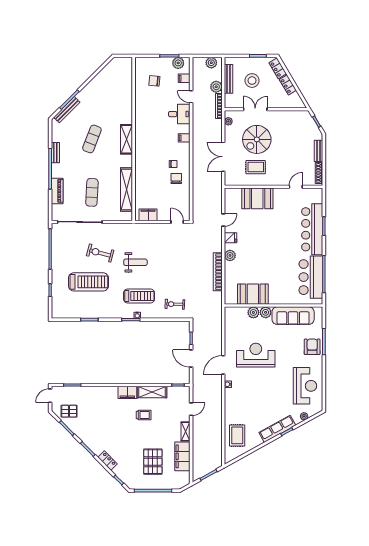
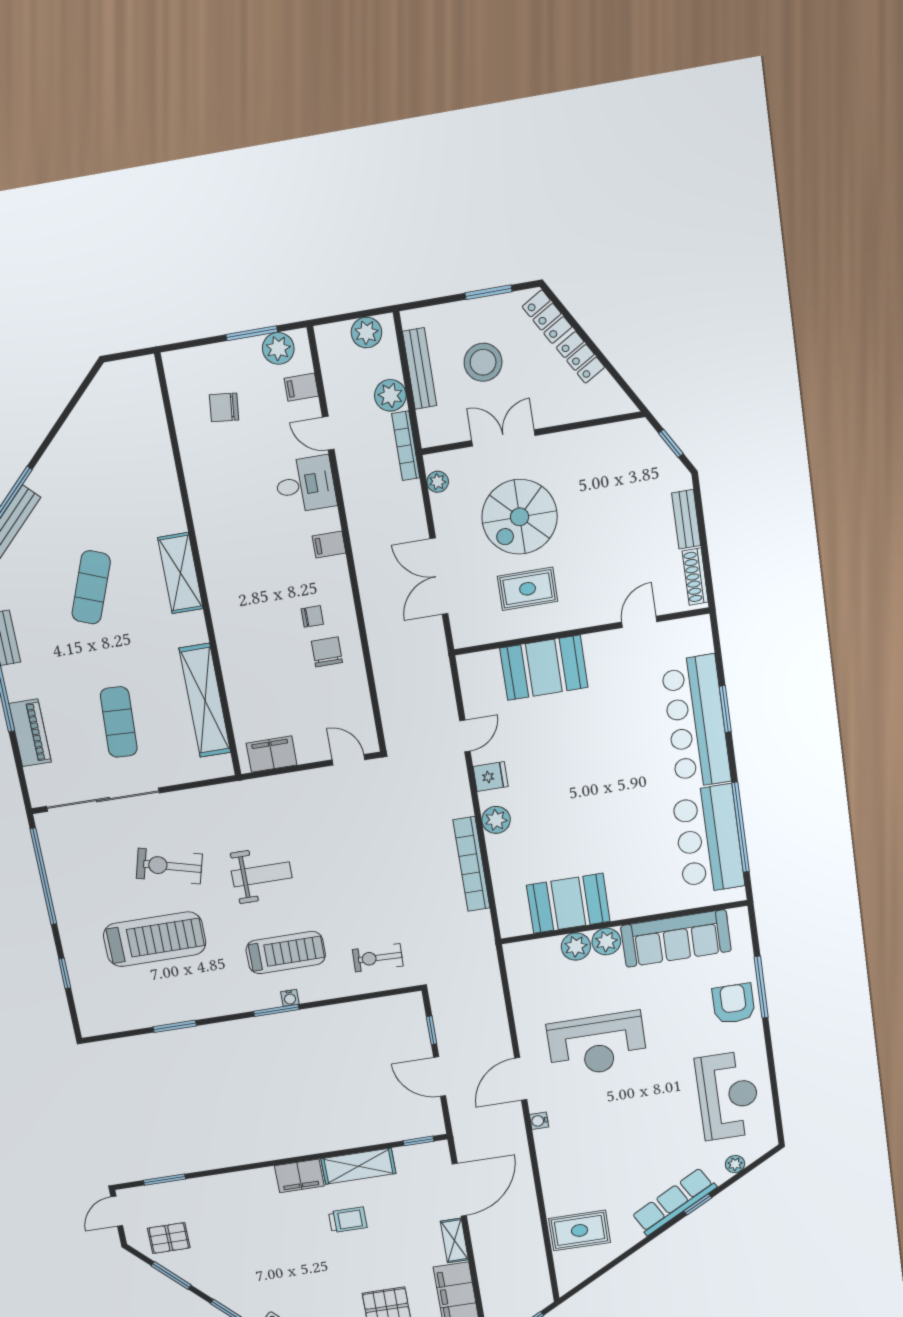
reception desk: (256, 355) -> (597, 1044), turned 180
door: (191, 409) -> (459, 1190), width x1.87
rug: (237, 435) -> (580, 1230), turned 90

